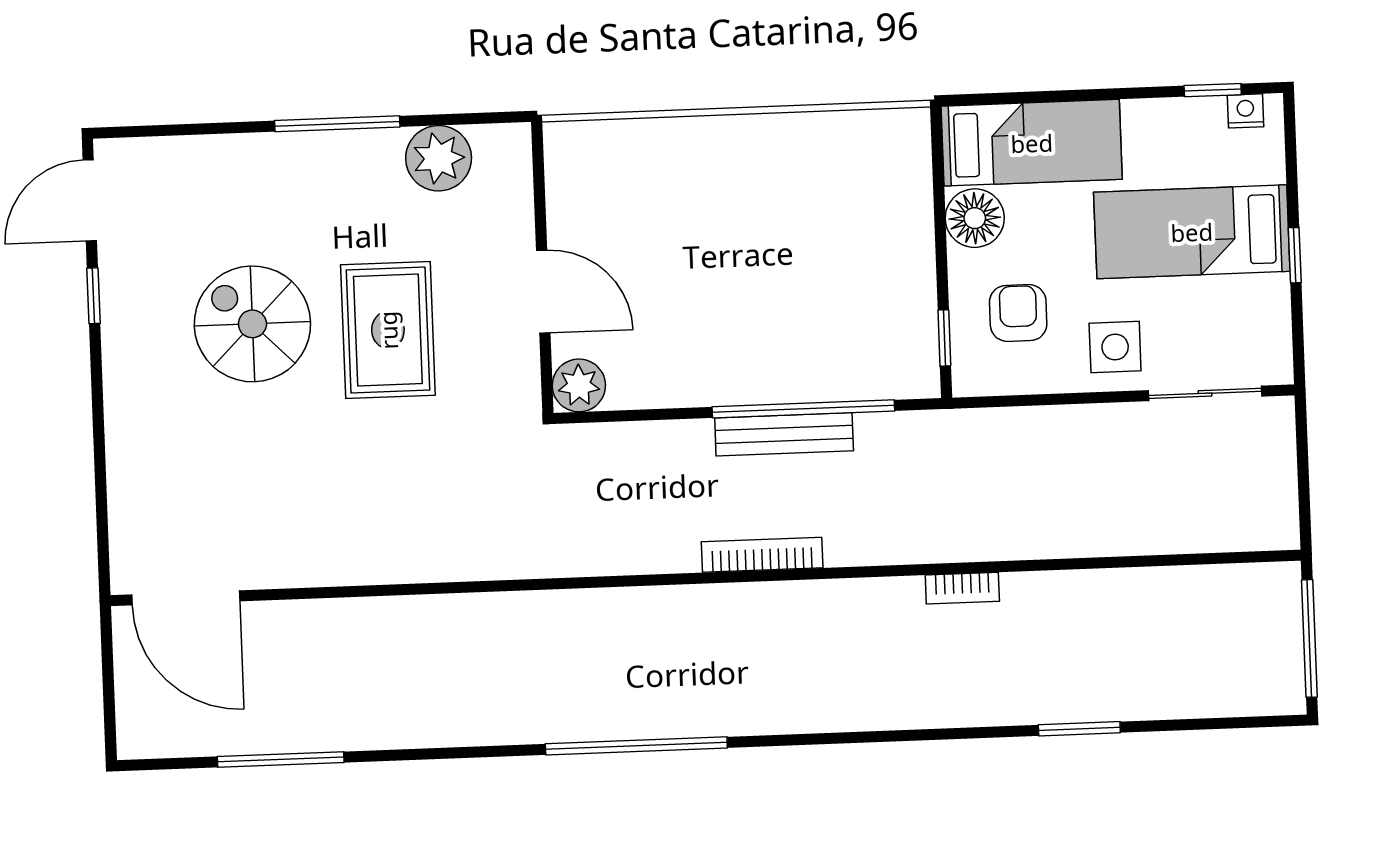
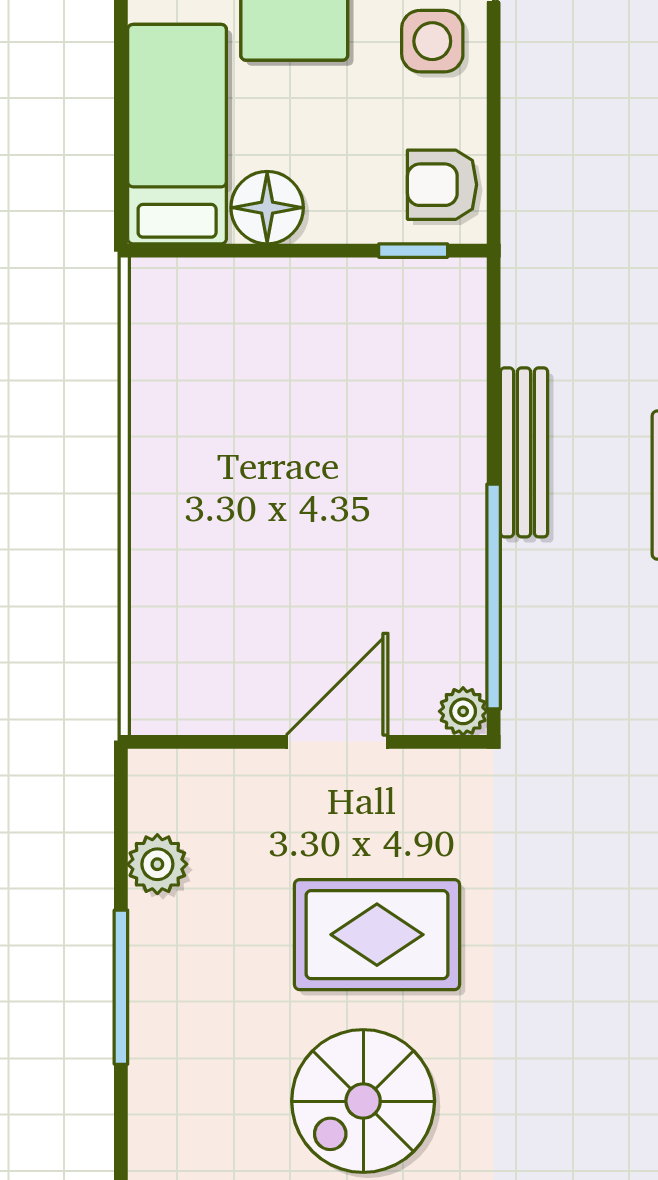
plant: (439, 158) -> (157, 864), width x0.73, depth x0.73
armchair: (1018, 313) -> (442, 185), moved
plant: (579, 385) -> (463, 711), width x0.73, depth x0.73
window: (803, 409) -> (494, 597), moved

